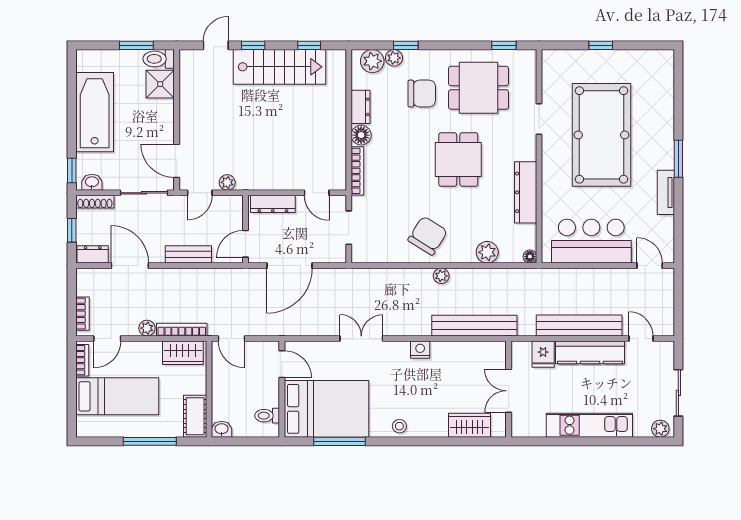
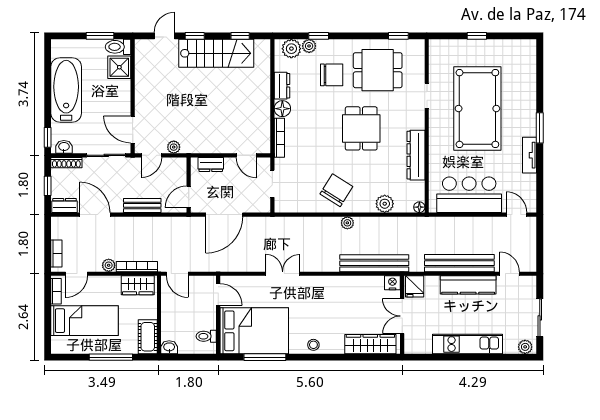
dresser: (273, 204) -> (211, 164), width x0.70
nightstand: (420, 350) -> (392, 283), moved
fridge: (543, 354) -> (415, 286), moved
wardrobe: (470, 425) -> (370, 344), width x1.50

